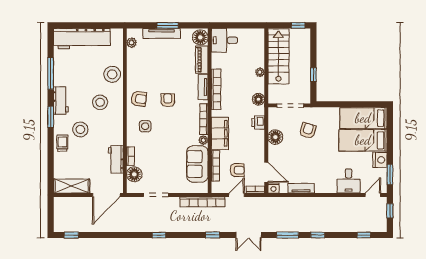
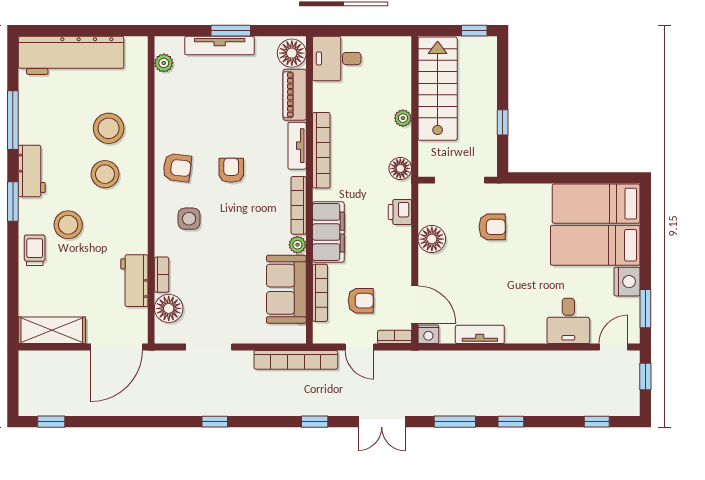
stool: (112, 74) -> (109, 128), moved
armchair: (308, 131) -> (492, 227), turned 73
door: (237, 195) -> (359, 347), swing flipped

